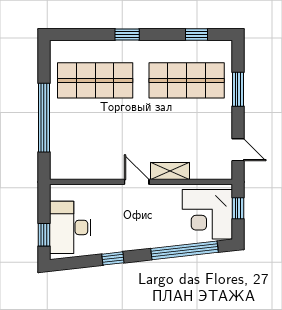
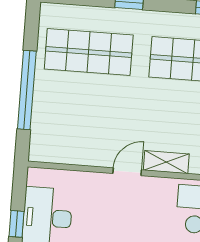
door: (137, 182) -> (127, 172), hinge flipped

